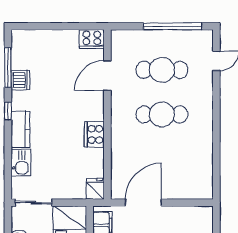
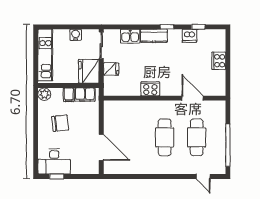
cooker: (92, 39) -> (219, 61), moved
window: (8, 68) -> (198, 27), width x0.46
fridge: (95, 189) -> (111, 69), moved
door: (143, 203) -> (101, 147), moved

